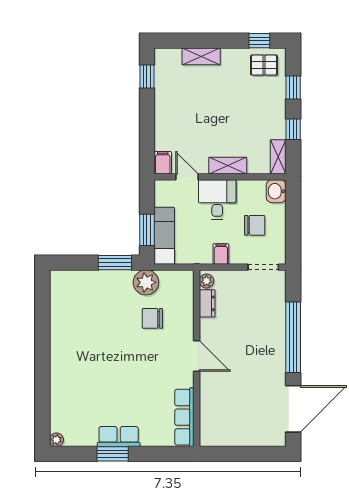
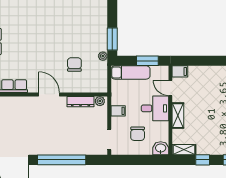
door: (187, 177) -> (170, 88), swing flipped
window: (147, 230) -> (147, 61), moved
plant: (146, 282) -> (103, 56), width x0.53, depth x0.53
dresser: (207, 303) -> (81, 102), width x1.44
door: (197, 356) -> (49, 94), swing flipped

